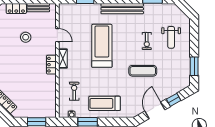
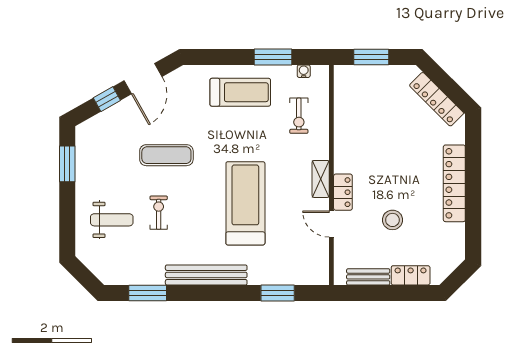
weight bench: (171, 37) -> (112, 220), turned 90
treadmill: (102, 46) -> (245, 203), turned 180
locker: (51, 65) -> (343, 192), moved

